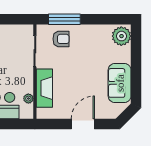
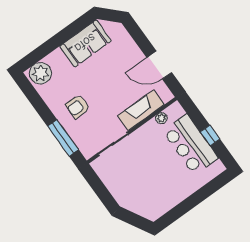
armchair: (61, 39) -> (78, 106), moved, turned -90
door: (83, 124) -> (159, 65), moved

